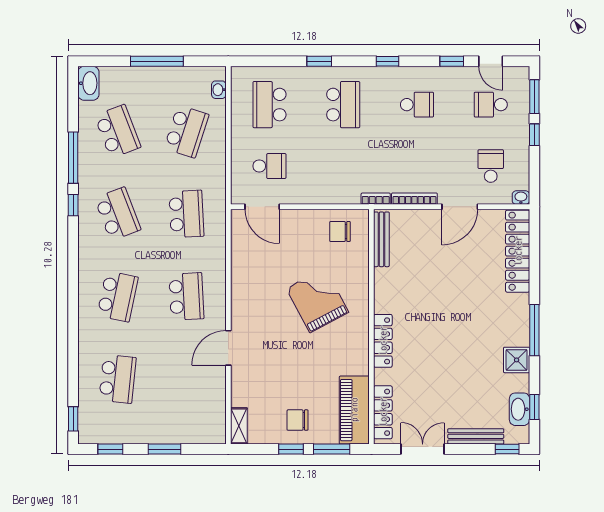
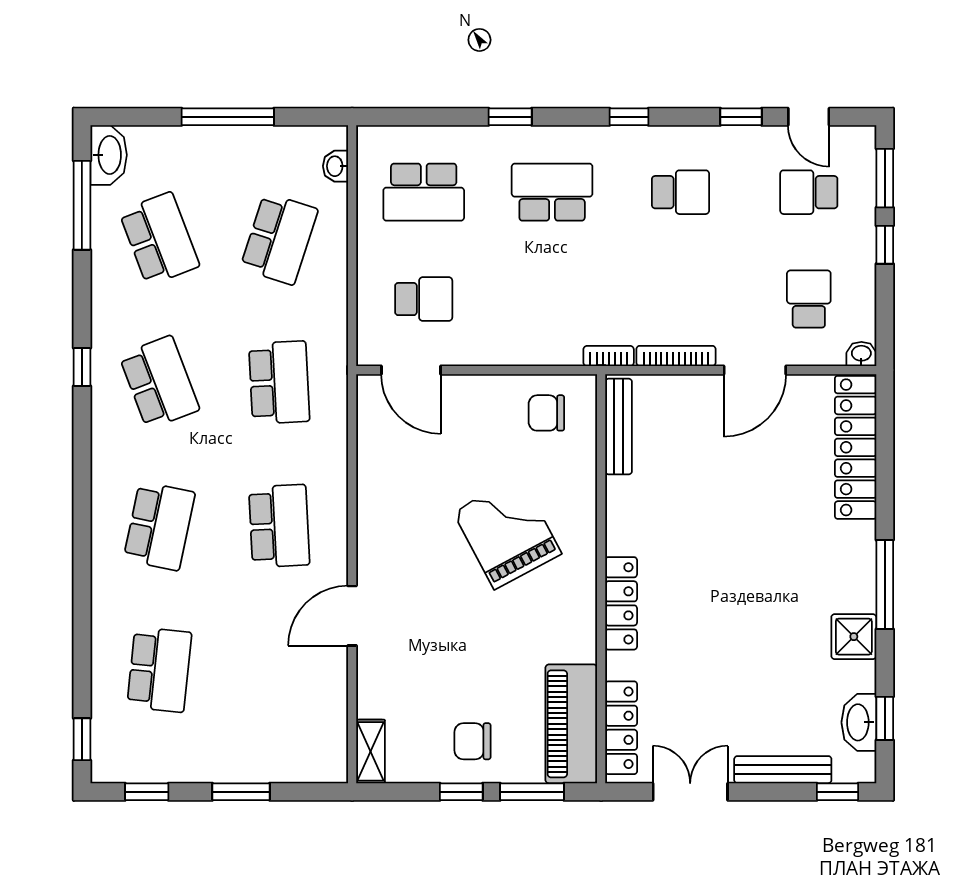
school desk: (269, 105) -> (424, 192), turned -90
school desk: (343, 105) -> (552, 192), turned -90
window: (73, 158) -> (82, 205), moved

